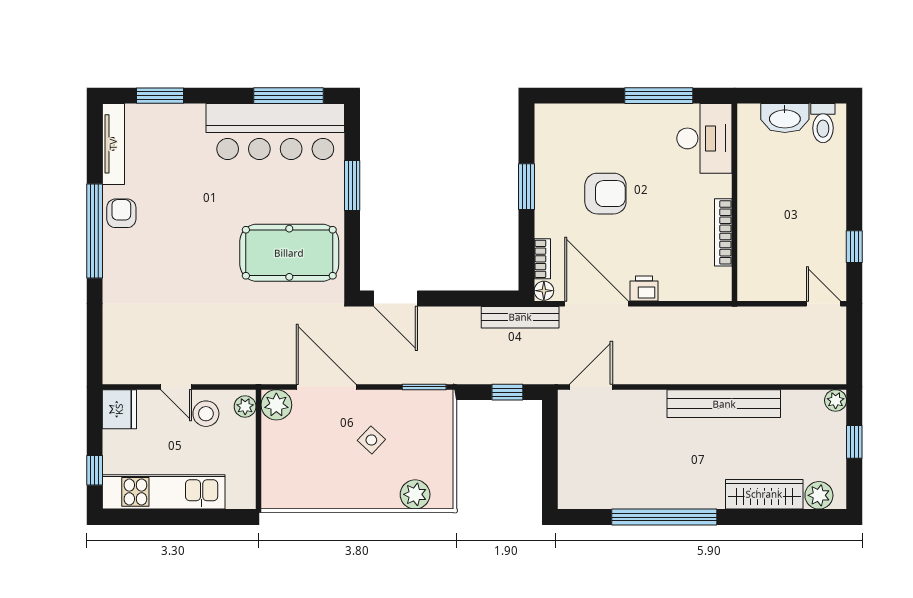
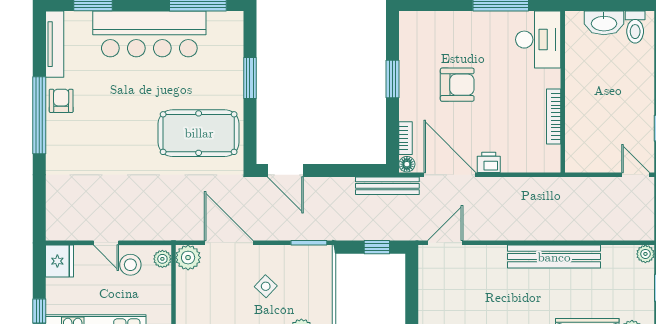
bar counter: (275, 132) -> (149, 34), moved

